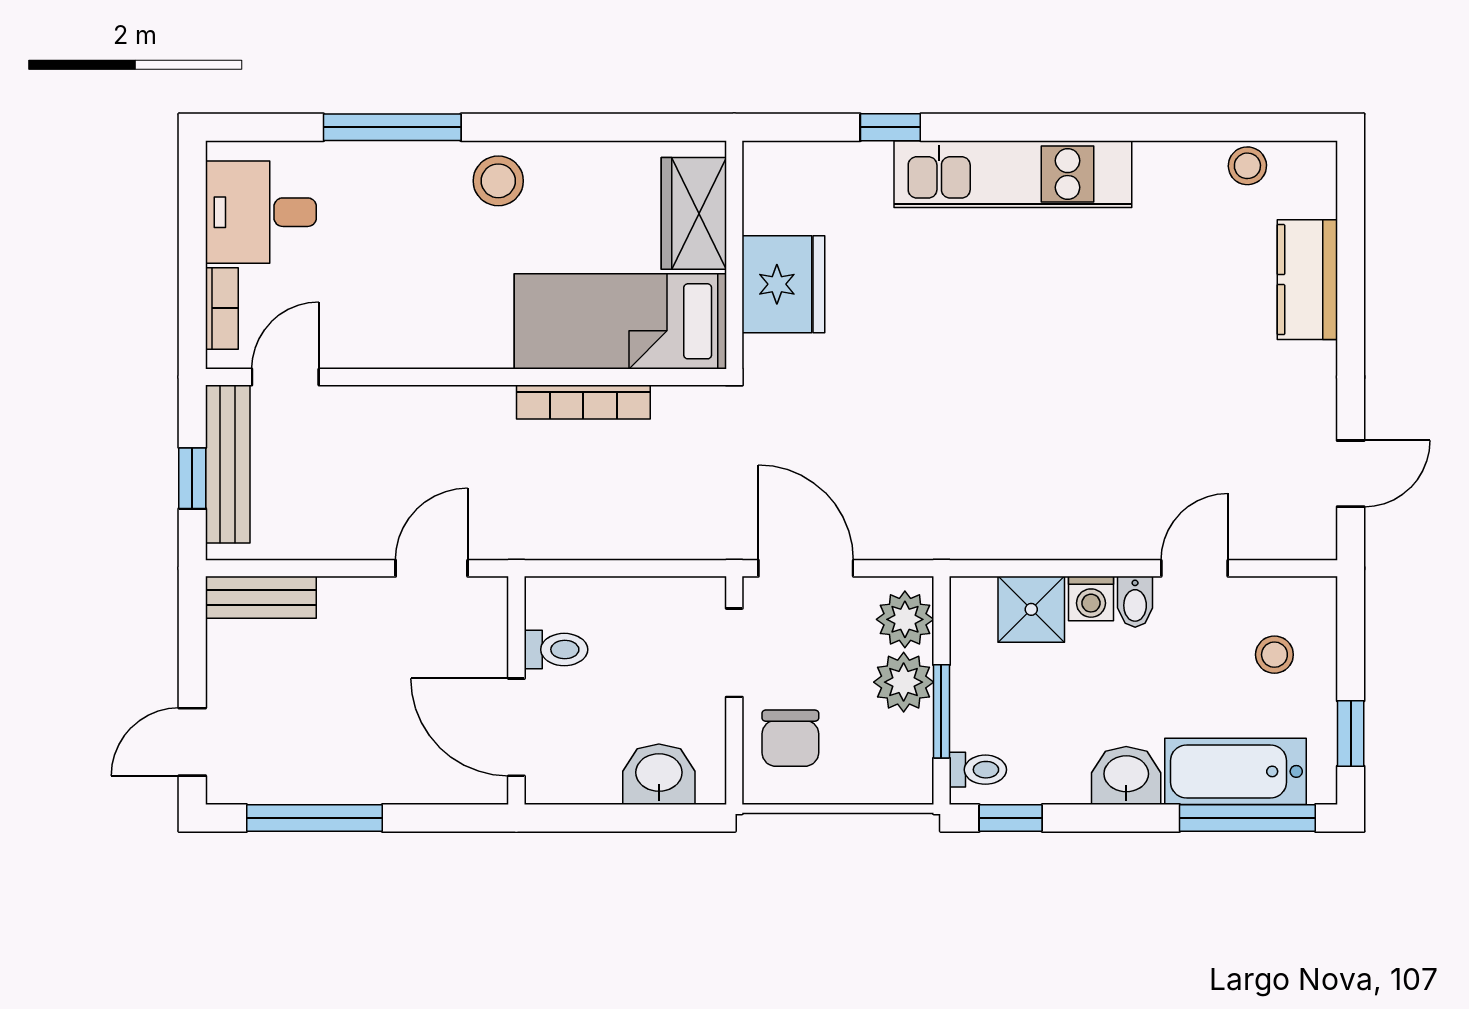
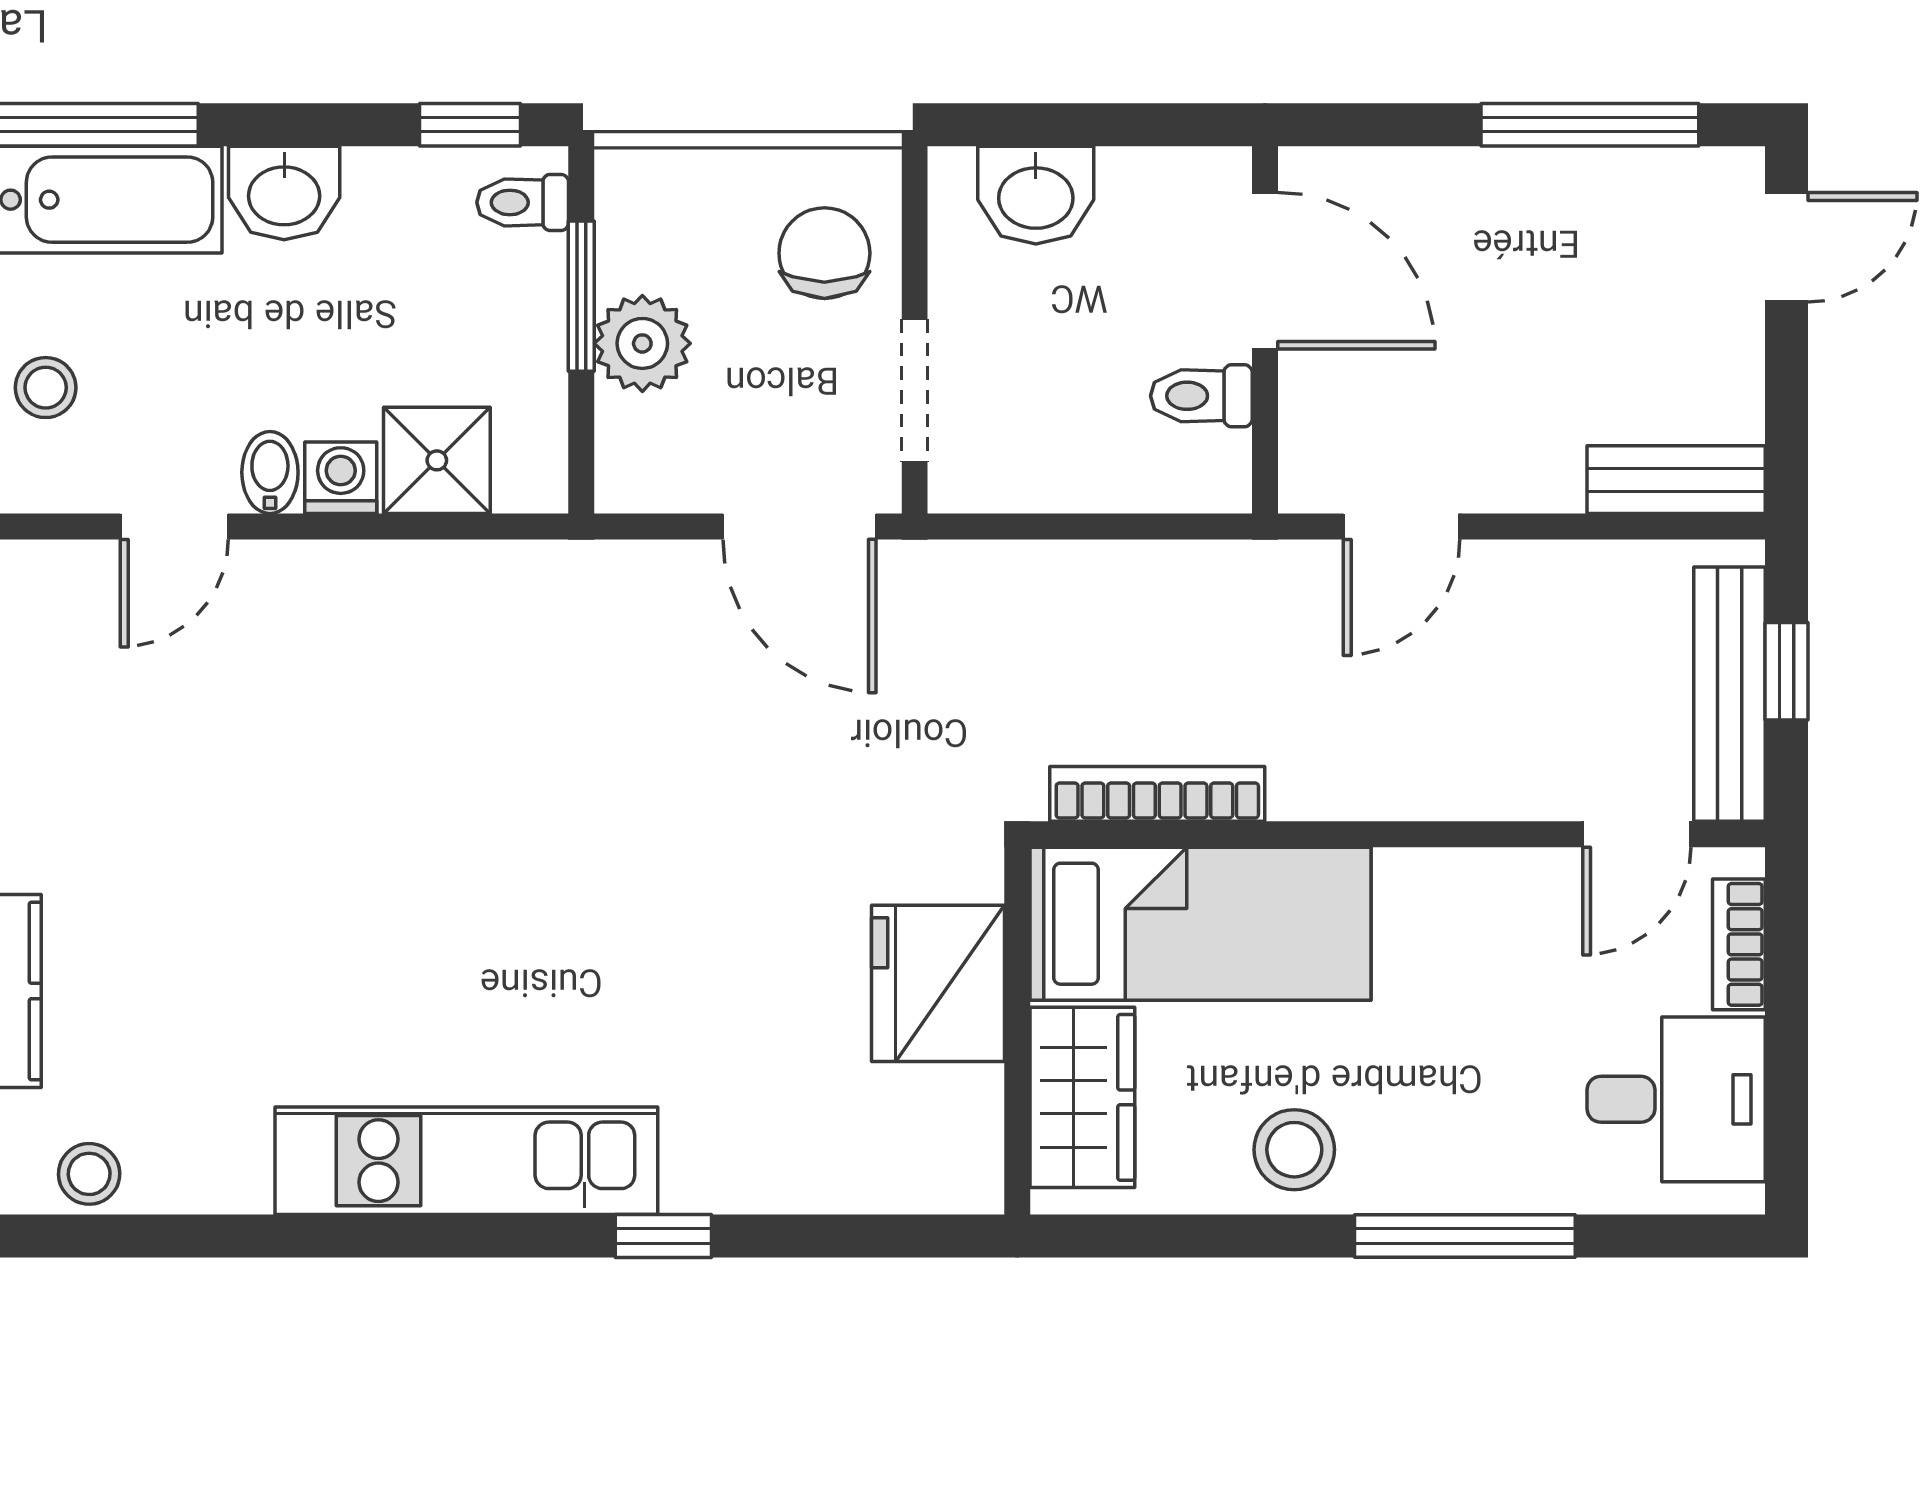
wardrobe: (694, 213) -> (1082, 1097), moved
wall: (734, 255) -> (1017, 1031), moved
fridge: (783, 284) -> (938, 983), moved
bed: (620, 321) -> (1200, 924), moved
plant: (905, 619) -> (640, 444), removed

